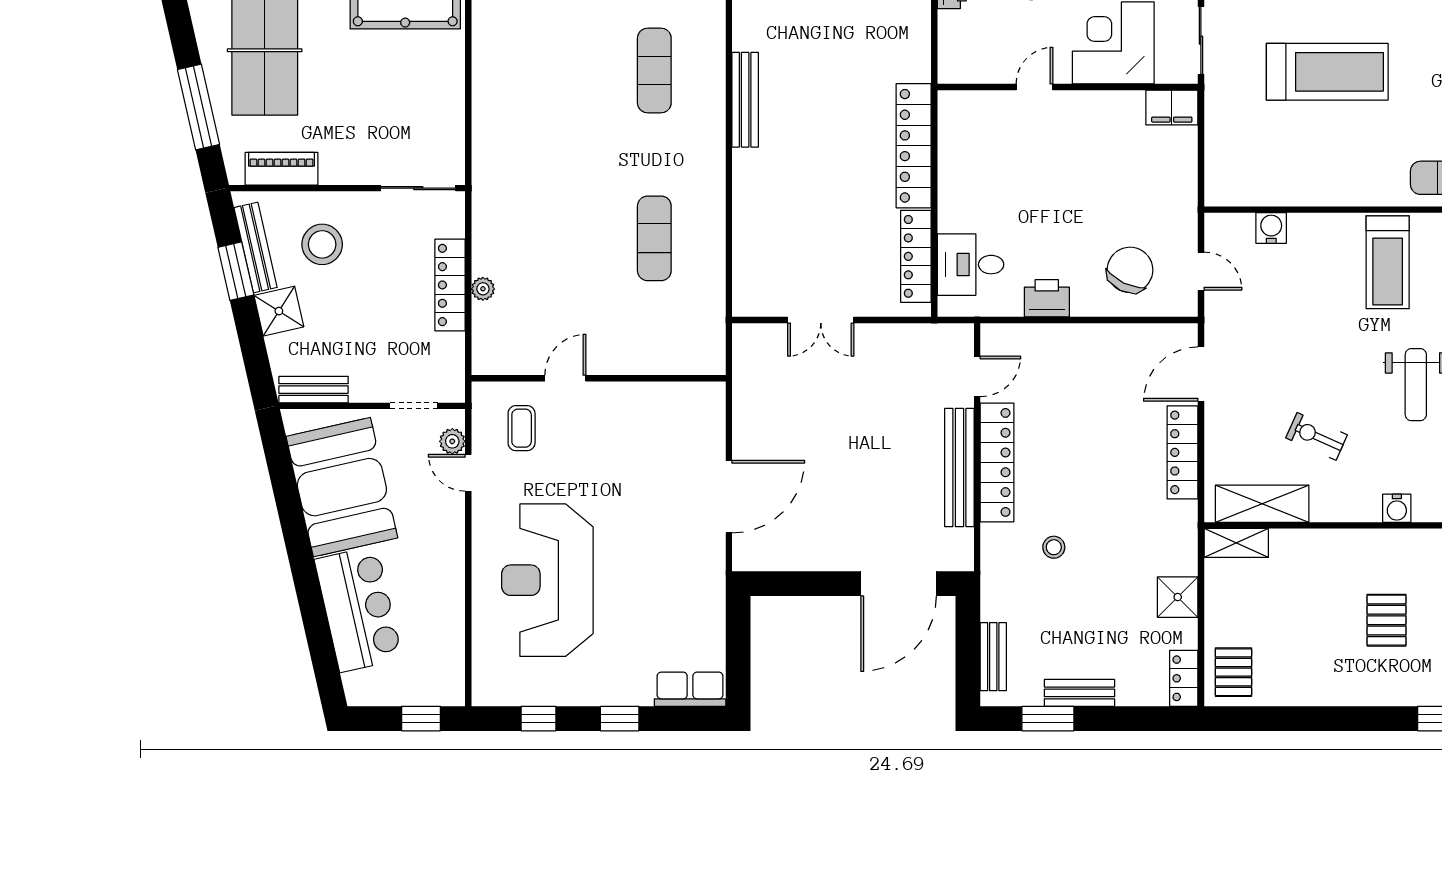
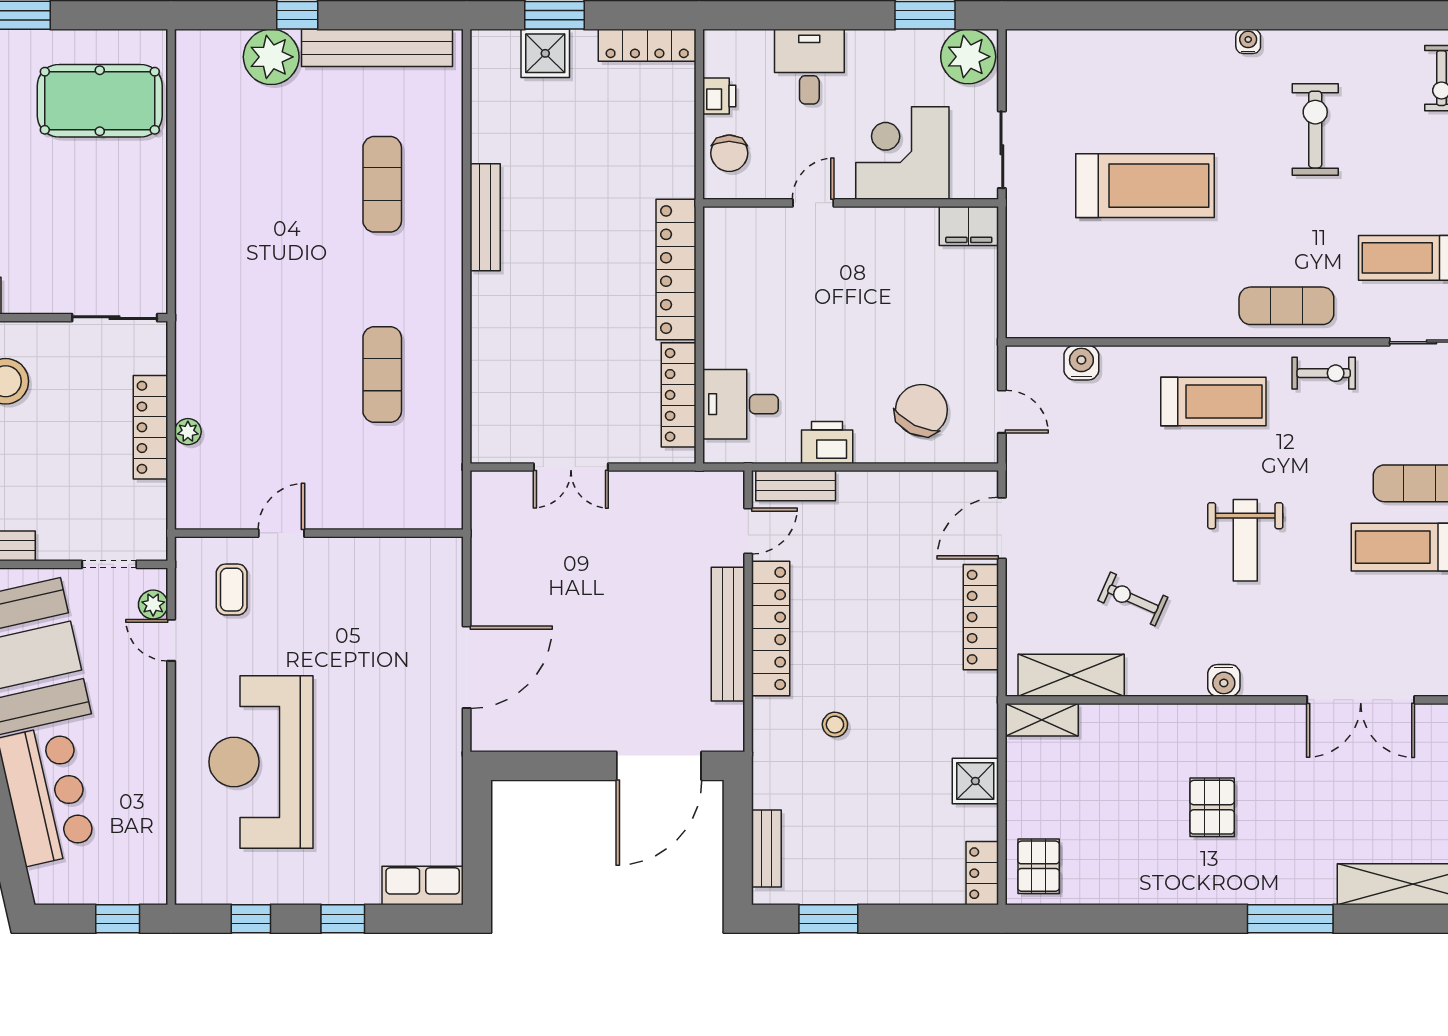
chair: (960, 43) -> (729, 153), added
treadmill: (1388, 262) -> (1213, 402), turned -90
bench: (1079, 693) -> (796, 486), moved

